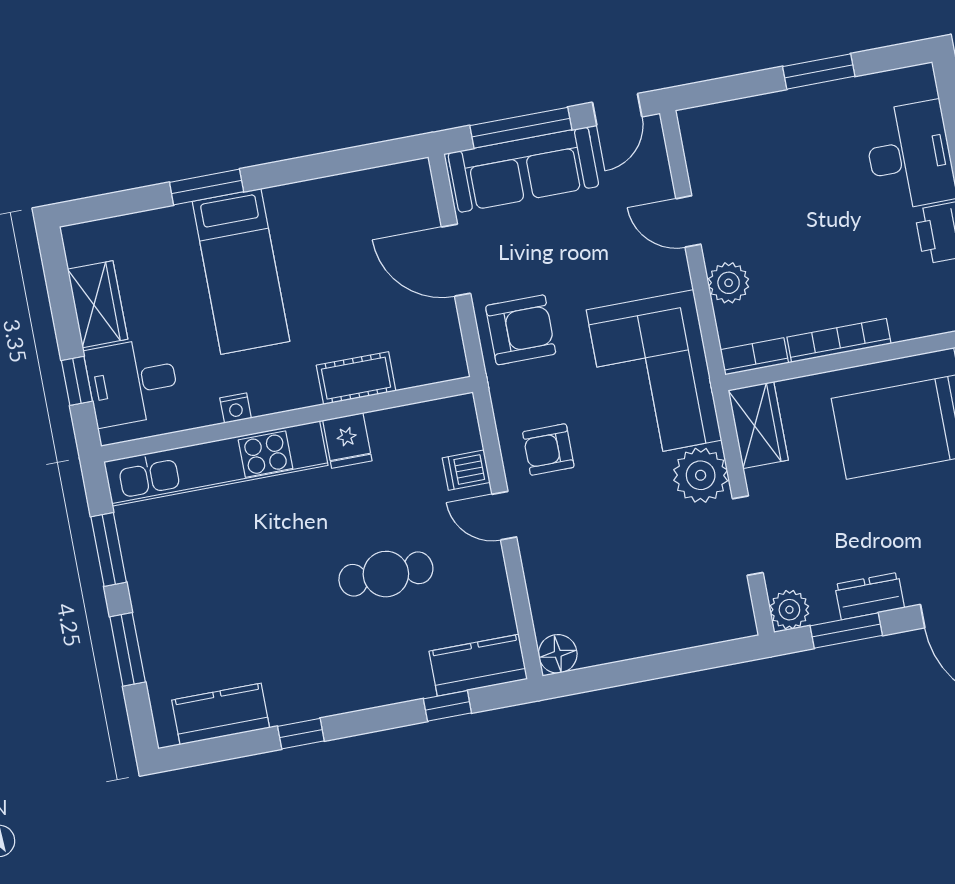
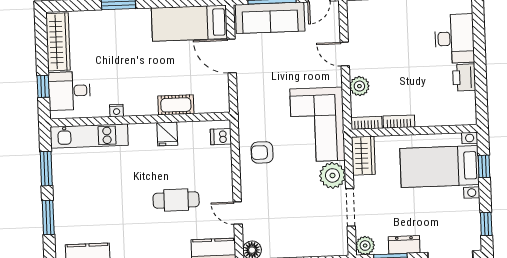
bed: (241, 271) -> (189, 23), moved, turned 90
wardrobe: (98, 304) -> (58, 42), width x1.50
armchair: (521, 330) -> (257, 94), removed
bookcase: (839, 340) -> (399, 122), width x0.64
kitchen unit: (216, 464) -> (89, 136), width x0.73
dishwasher: (466, 470) -> (221, 137), moved
door: (504, 516) -> (238, 213), moved

